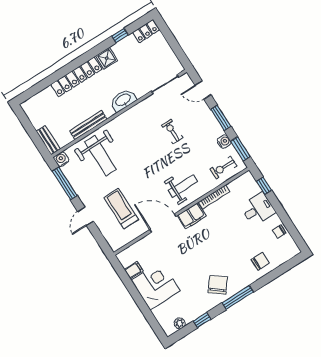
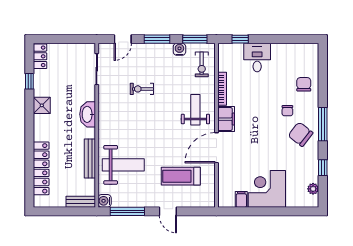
locker: (76, 77) -> (41, 168), moved
chair: (279, 232) -> (287, 111), moved

